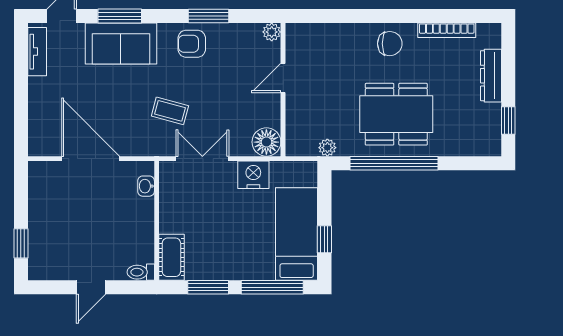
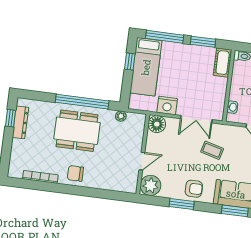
plant: (272, 32) -> (150, 185), width x1.88, depth x1.88
dresser: (491, 76) -> (20, 122), moved

